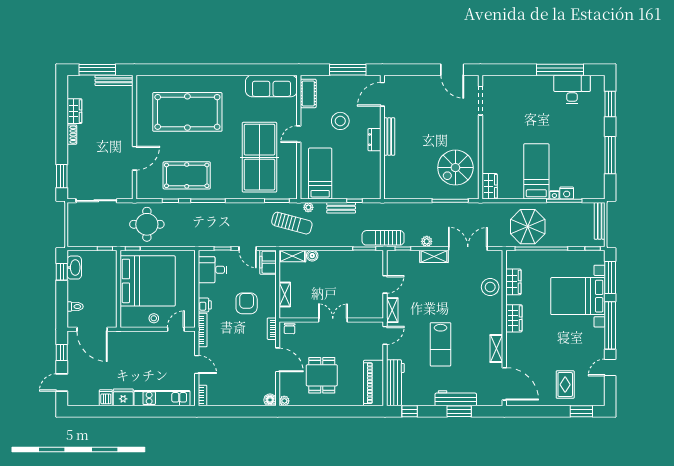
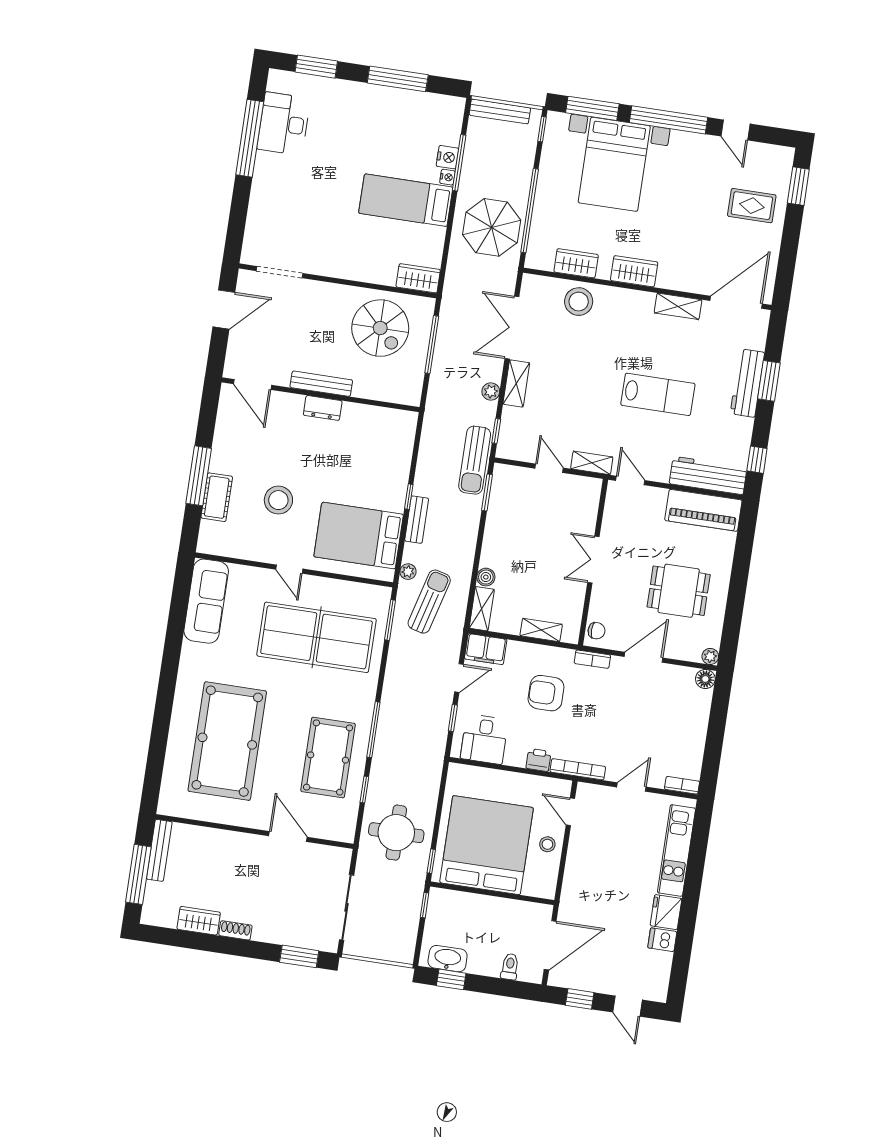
cot: (308, 93) -> (217, 497), moved, turned 90
door: (382, 94) -> (252, 384), moved
wall: (382, 137) -> (321, 395), moved
bench: (389, 137) -> (321, 384), moved
dresser: (374, 140) -> (323, 408), moved
bed: (320, 174) -> (359, 536), width x1.50

